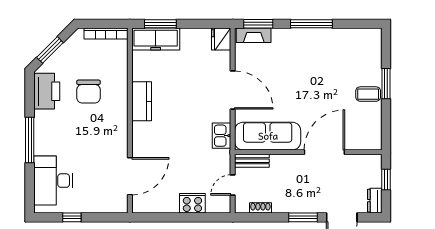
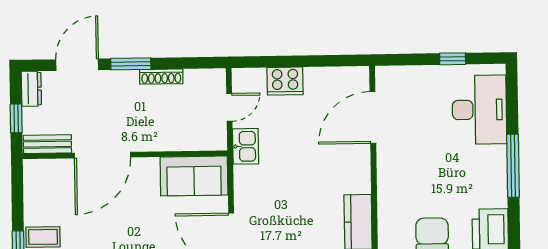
kitchen sink: (222, 136) -> (246, 146), moved
sofa: (268, 136) -> (194, 176), width x0.73
bench: (252, 161) -> (47, 144), moved
shoe rack: (260, 208) -> (161, 77), moved, width x1.43

